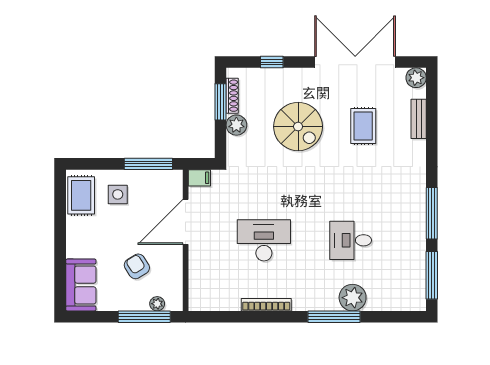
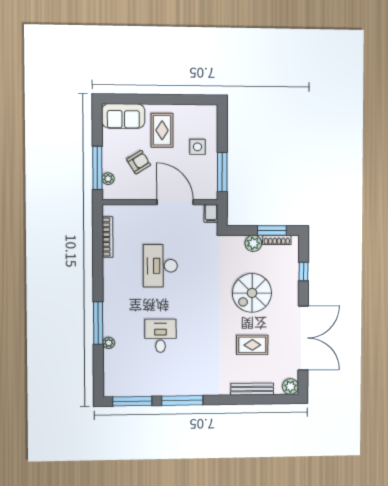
bench: (419, 119) -> (252, 389), width x1.36
rug: (81, 195) -> (162, 130), moved, turned 90
desk: (264, 240) -> (160, 266), turned 180
plant: (353, 298) -> (109, 343), width x0.53, depth x0.53
bookcase: (266, 305) -> (108, 237), moved

